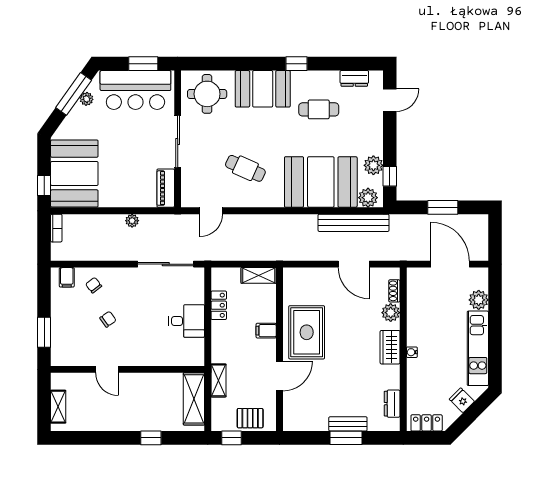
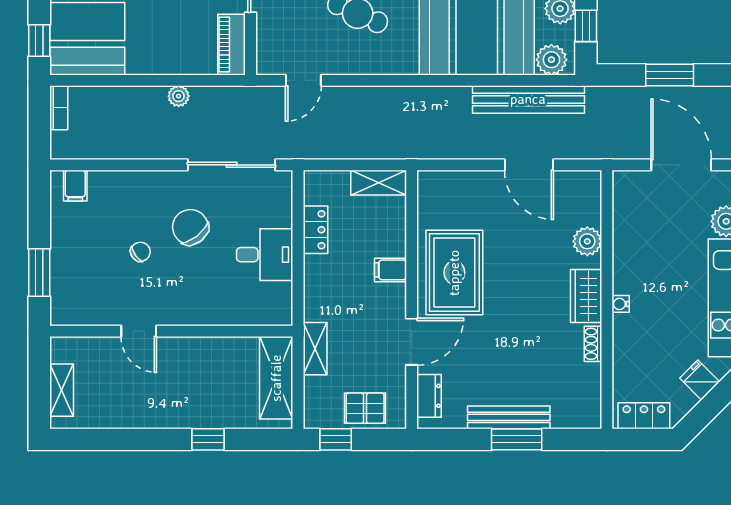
chair: (94, 285) -> (190, 227), moved, width x1.87, depth x1.87
shoe rack: (394, 291) -> (593, 344), moved
dresser: (392, 404) -> (429, 396), moved, turned 180
bench: (348, 424) -> (509, 417), width x1.36

